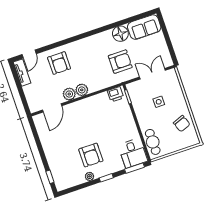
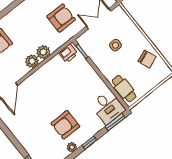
plant: (69, 94) -> (43, 52), moved
armchair: (91, 155) -> (65, 125), turned 90

